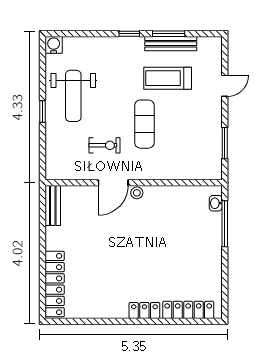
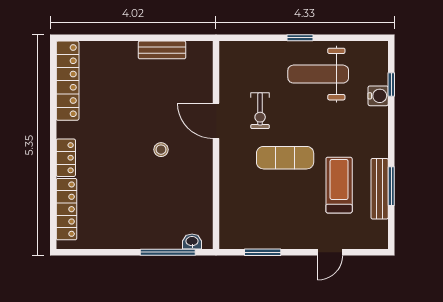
window: (129, 34) -> (391, 85), moved
water cooler: (54, 45) -> (378, 96), moved
door: (225, 86) -> (330, 252), hinge flipped
stool: (137, 193) -> (161, 150), moved
bench: (53, 206) -> (162, 50), moved
locker: (55, 284) -> (68, 81), moved, turned -90

